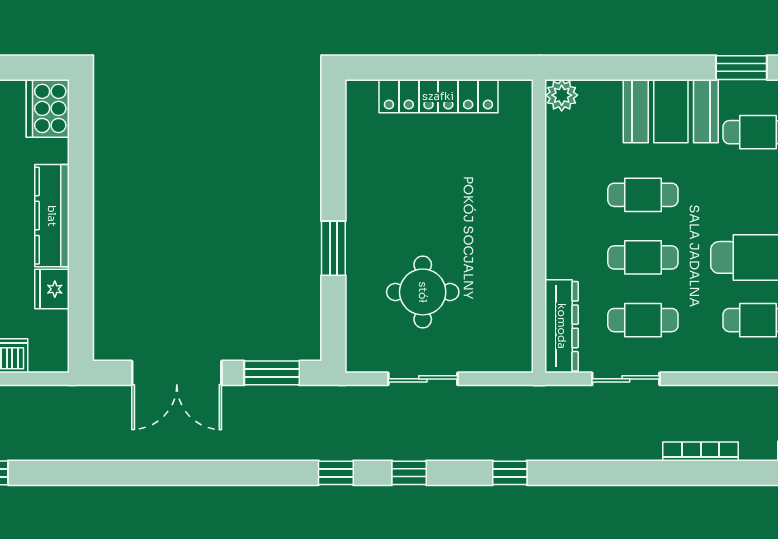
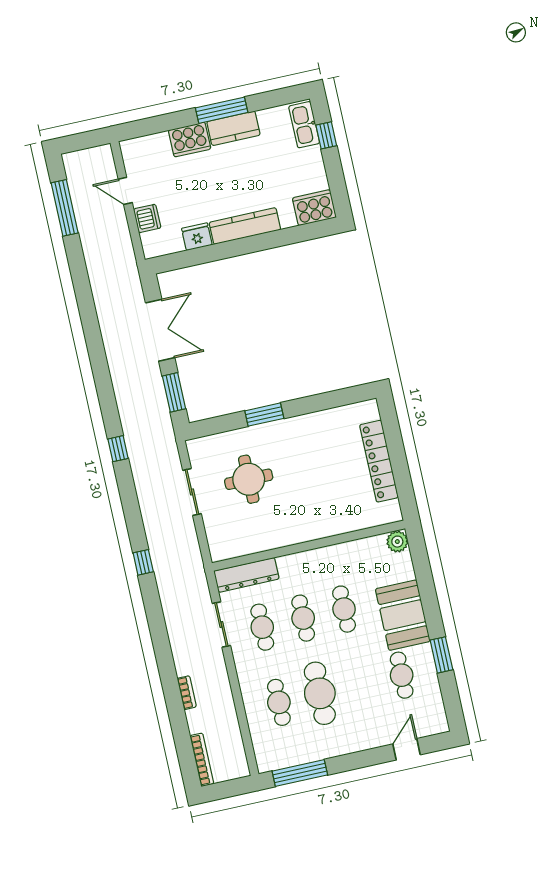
double door: (177, 373) -> (160, 330), swing flipped
bookcase: (701, 451) -> (187, 693), width x0.64
window: (409, 473) -> (129, 497), removed

